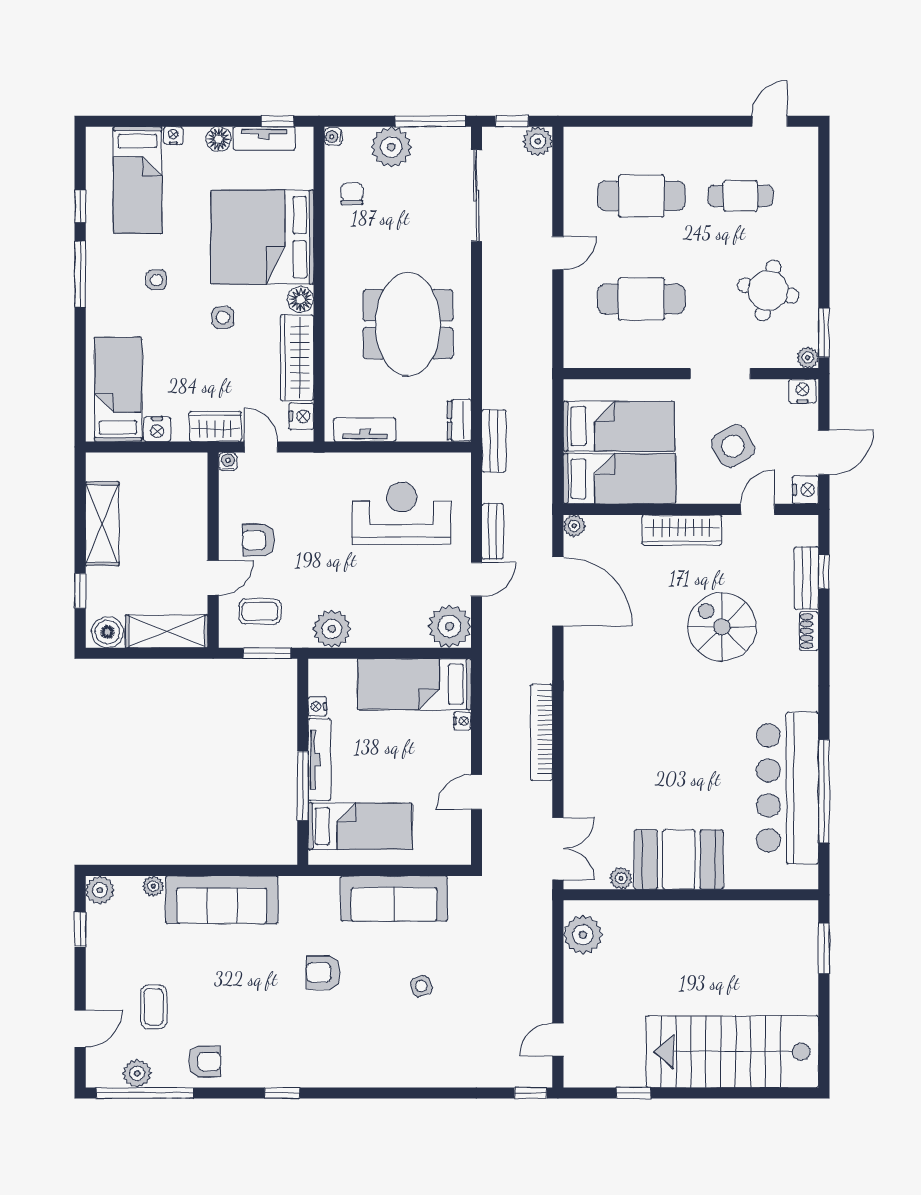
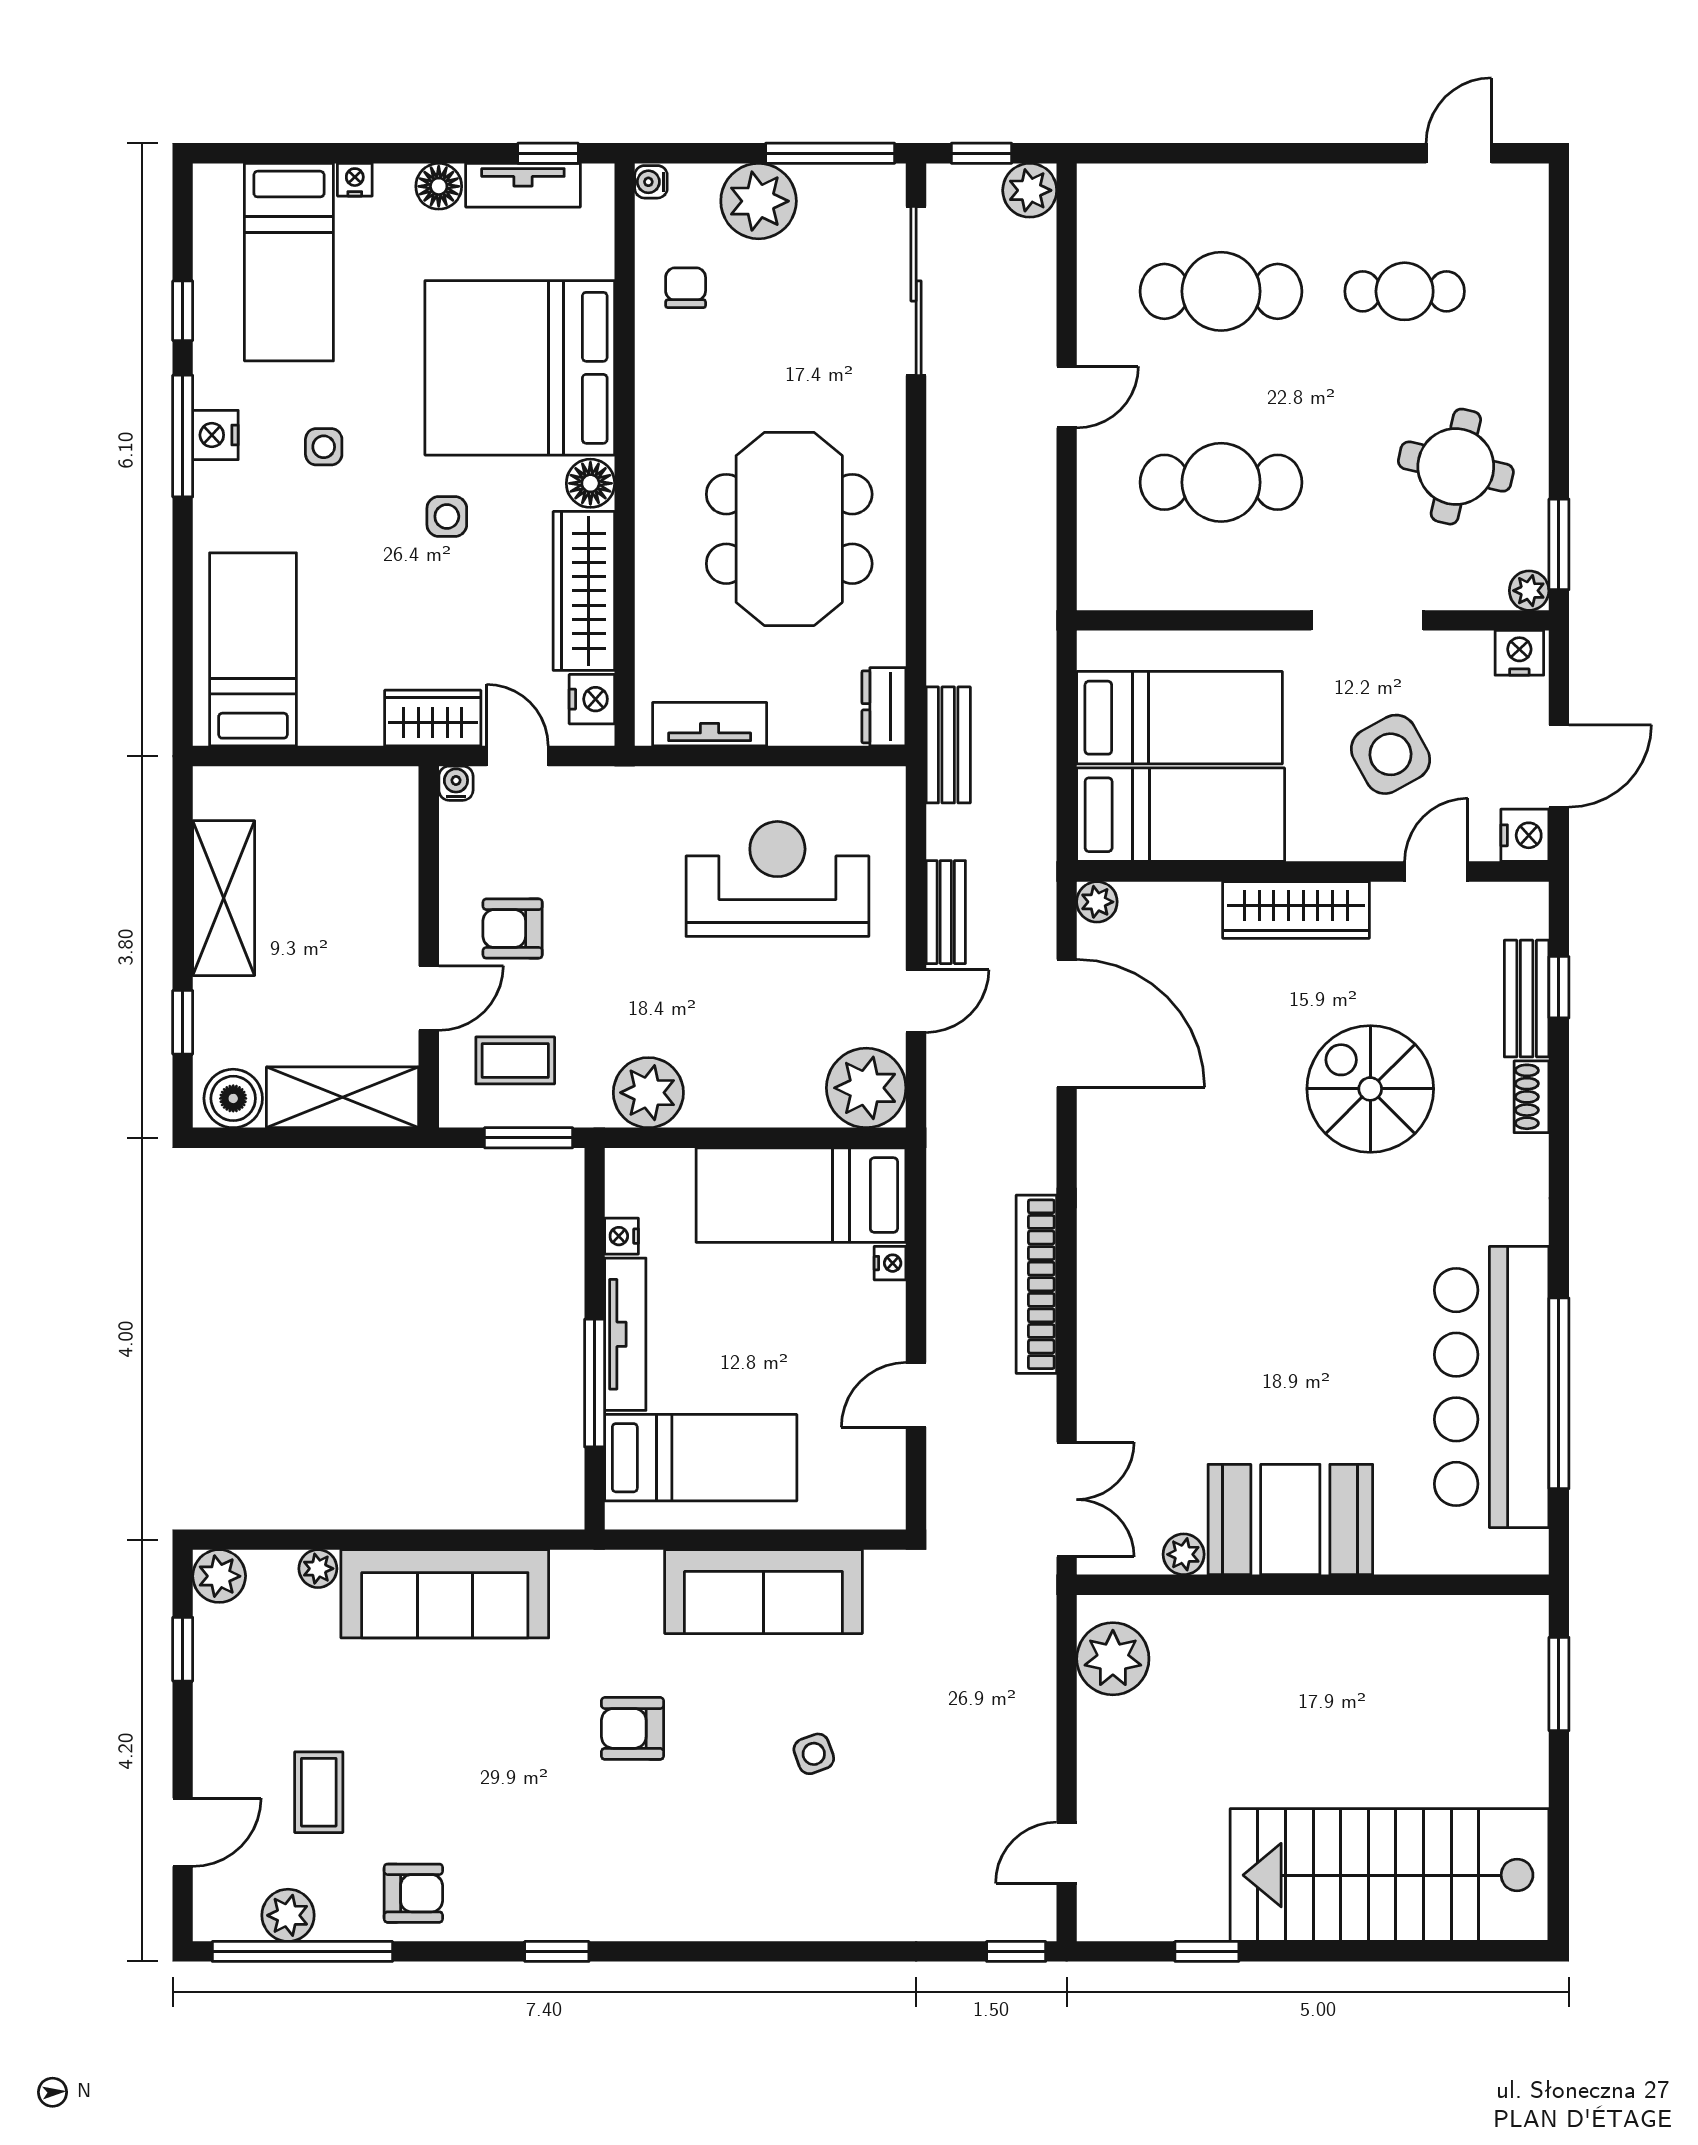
nightstand: (157, 429) -> (215, 435), moved, turned 90

